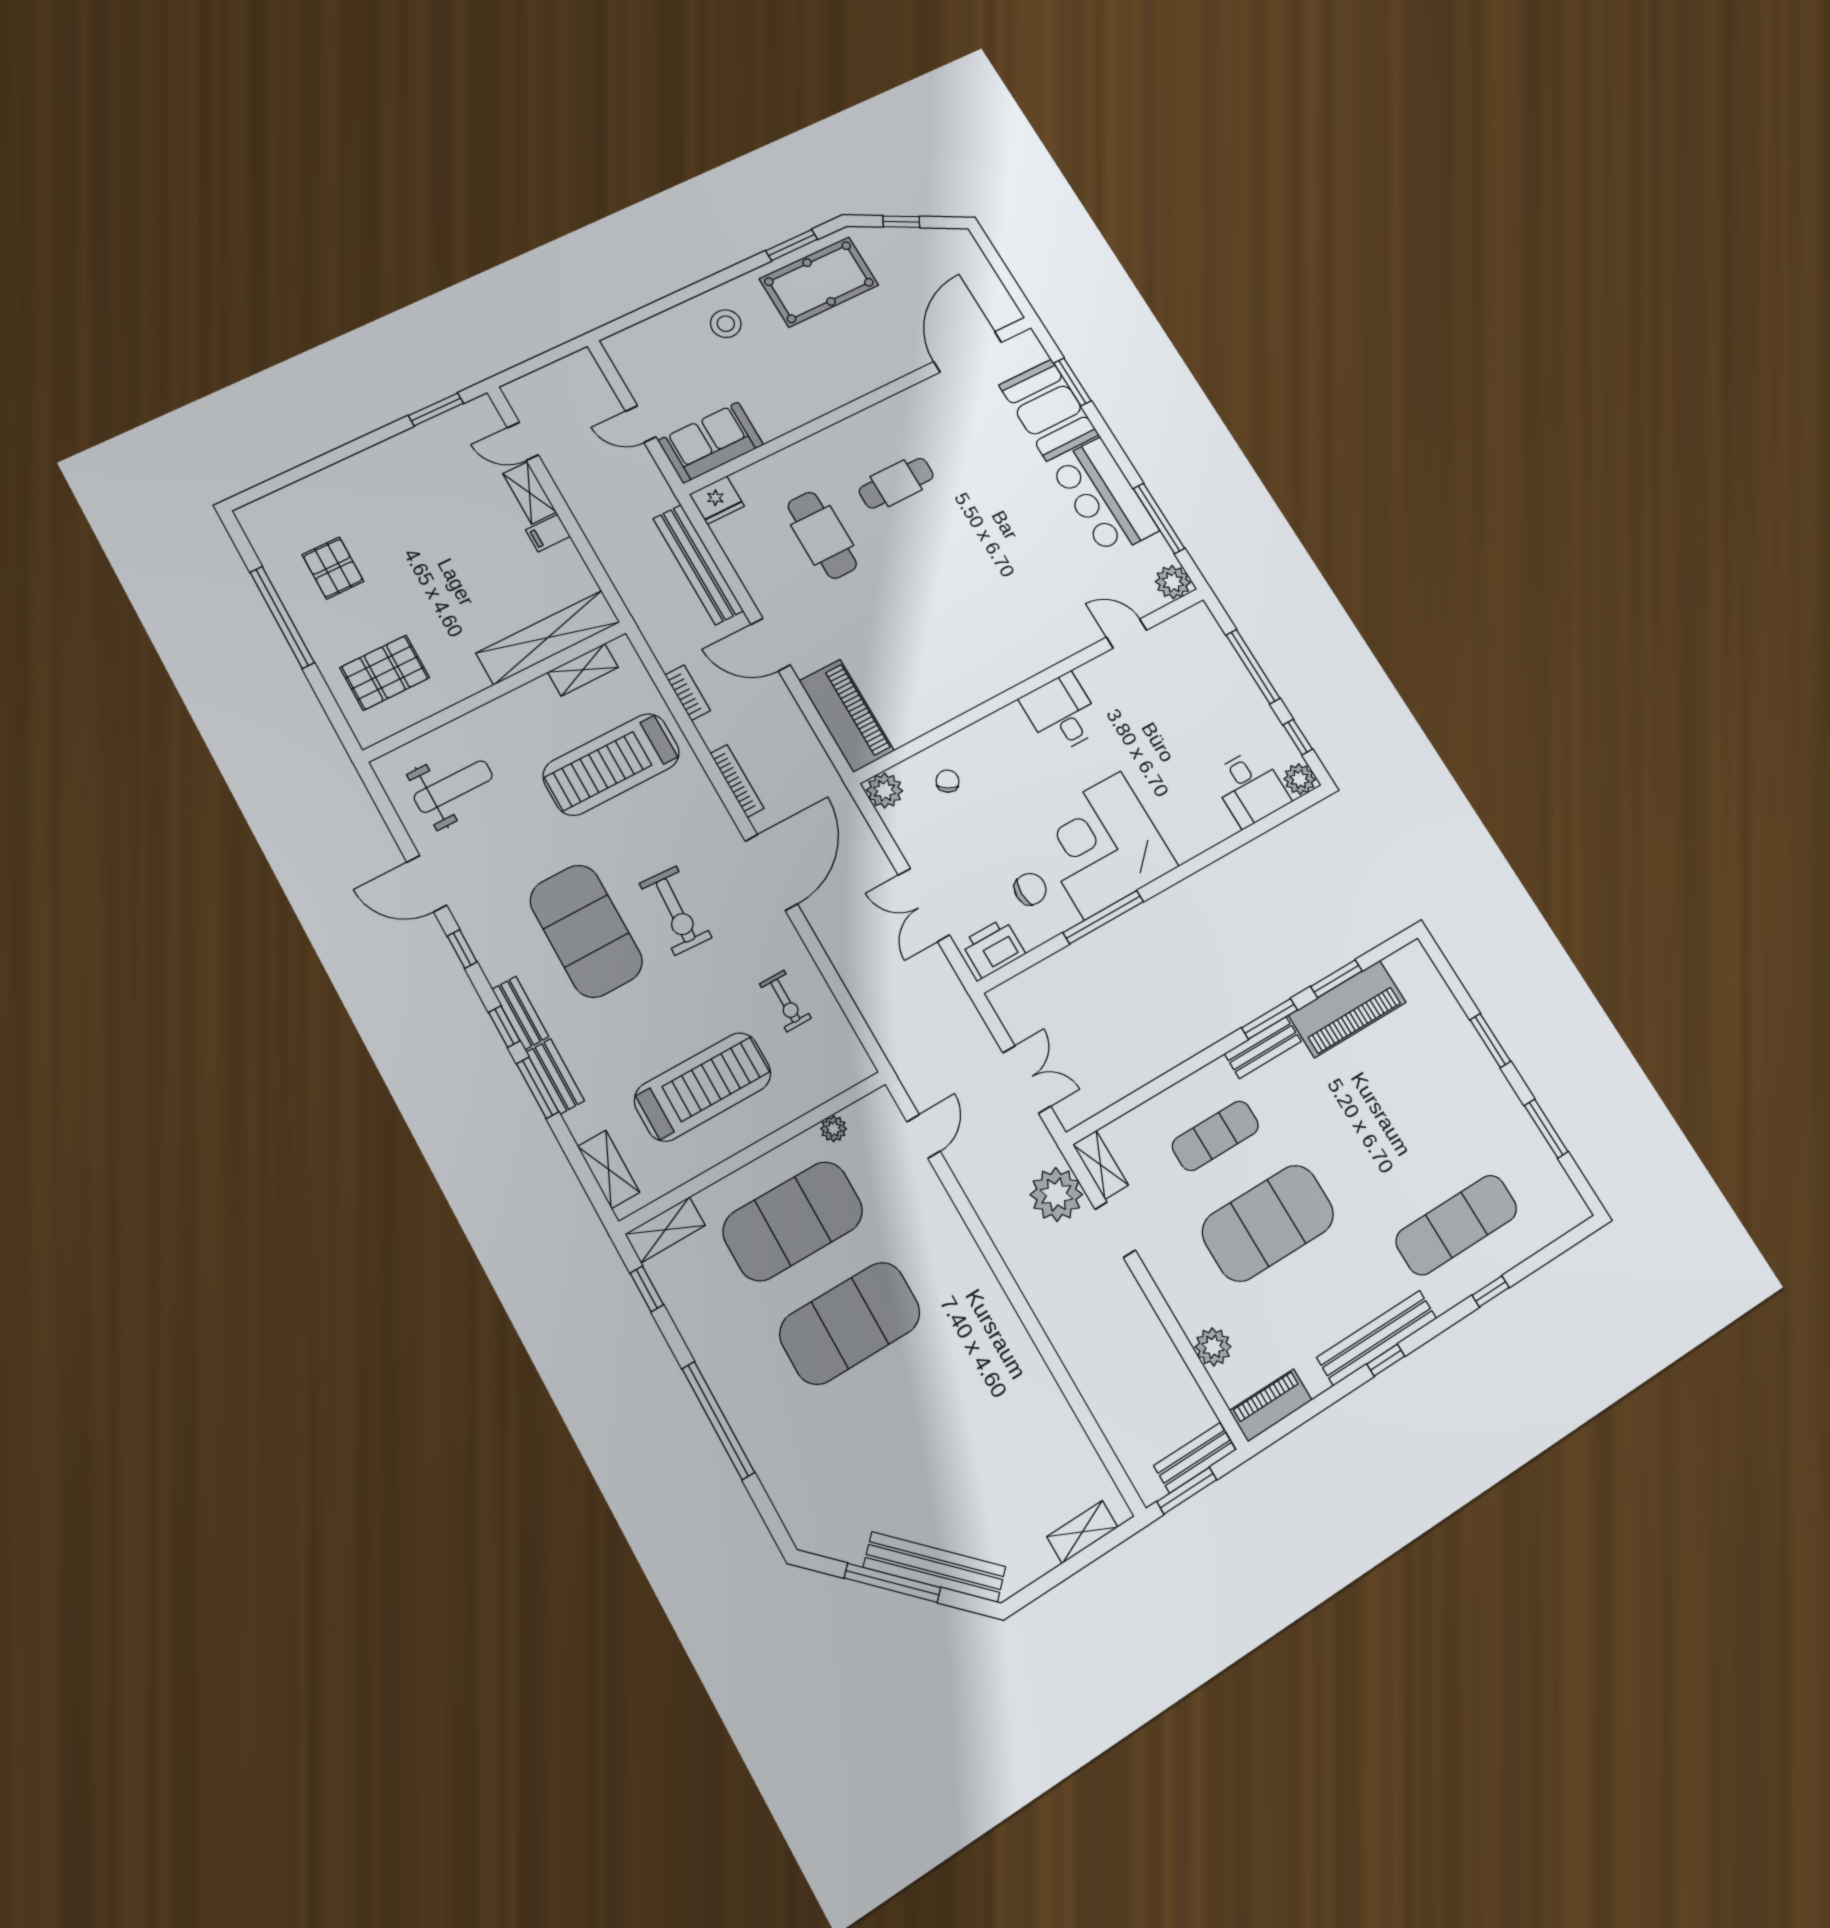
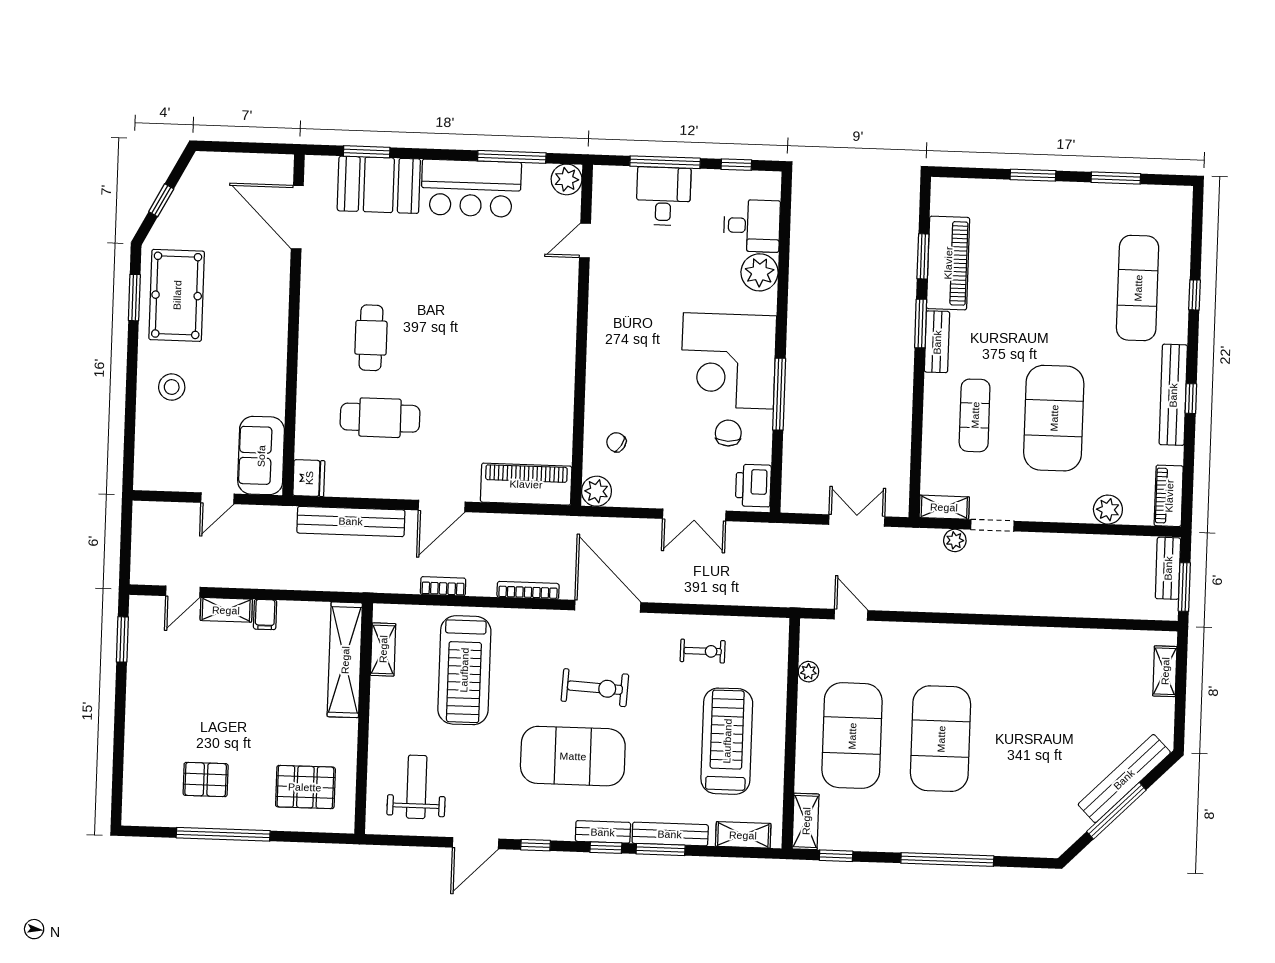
pallet: (385, 673) -> (305, 787), turned 90
desk: (1062, 713) -> (663, 196), moved, turned 90
plant: (1300, 779) -> (760, 272), moved, width x1.36, depth x1.36
bench: (555, 1076) -> (670, 834), width x1.36
plant: (1056, 1194) -> (955, 540), width x0.53, depth x0.53

